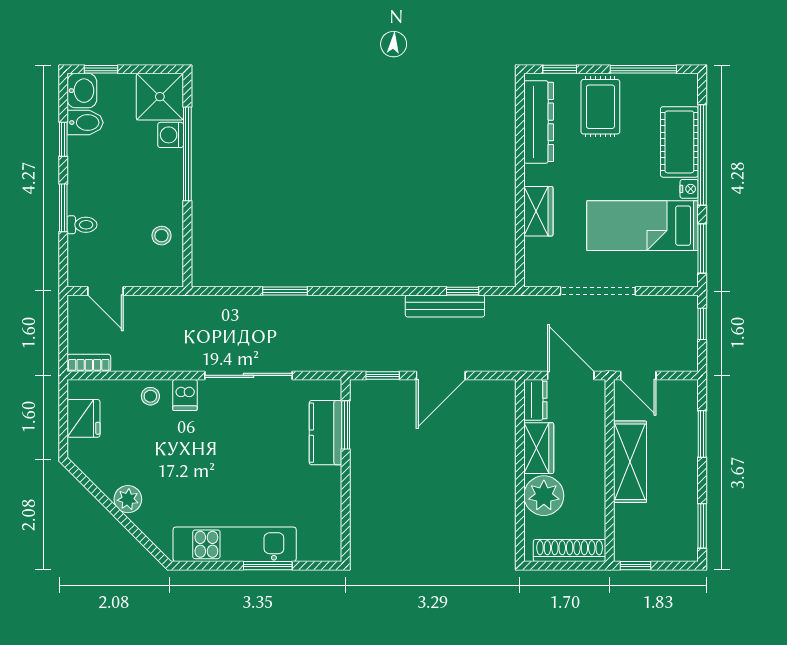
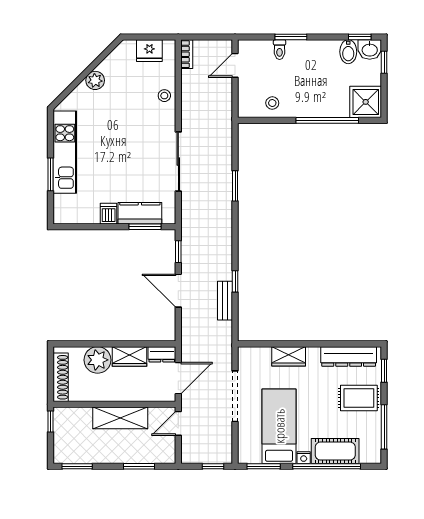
washing machine: (171, 135) -> (340, 109), removed
window: (63, 139) -> (360, 37), moved
window: (463, 291) -> (235, 281), moved
bench: (445, 306) -> (225, 301), width x0.73
dishwasher: (185, 395) -> (109, 214), moved, turned 90

